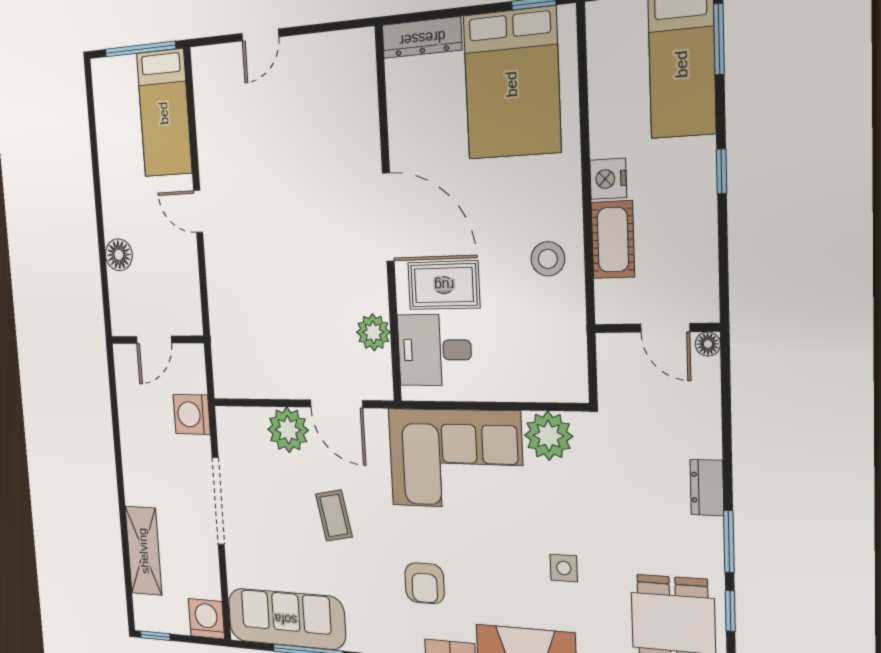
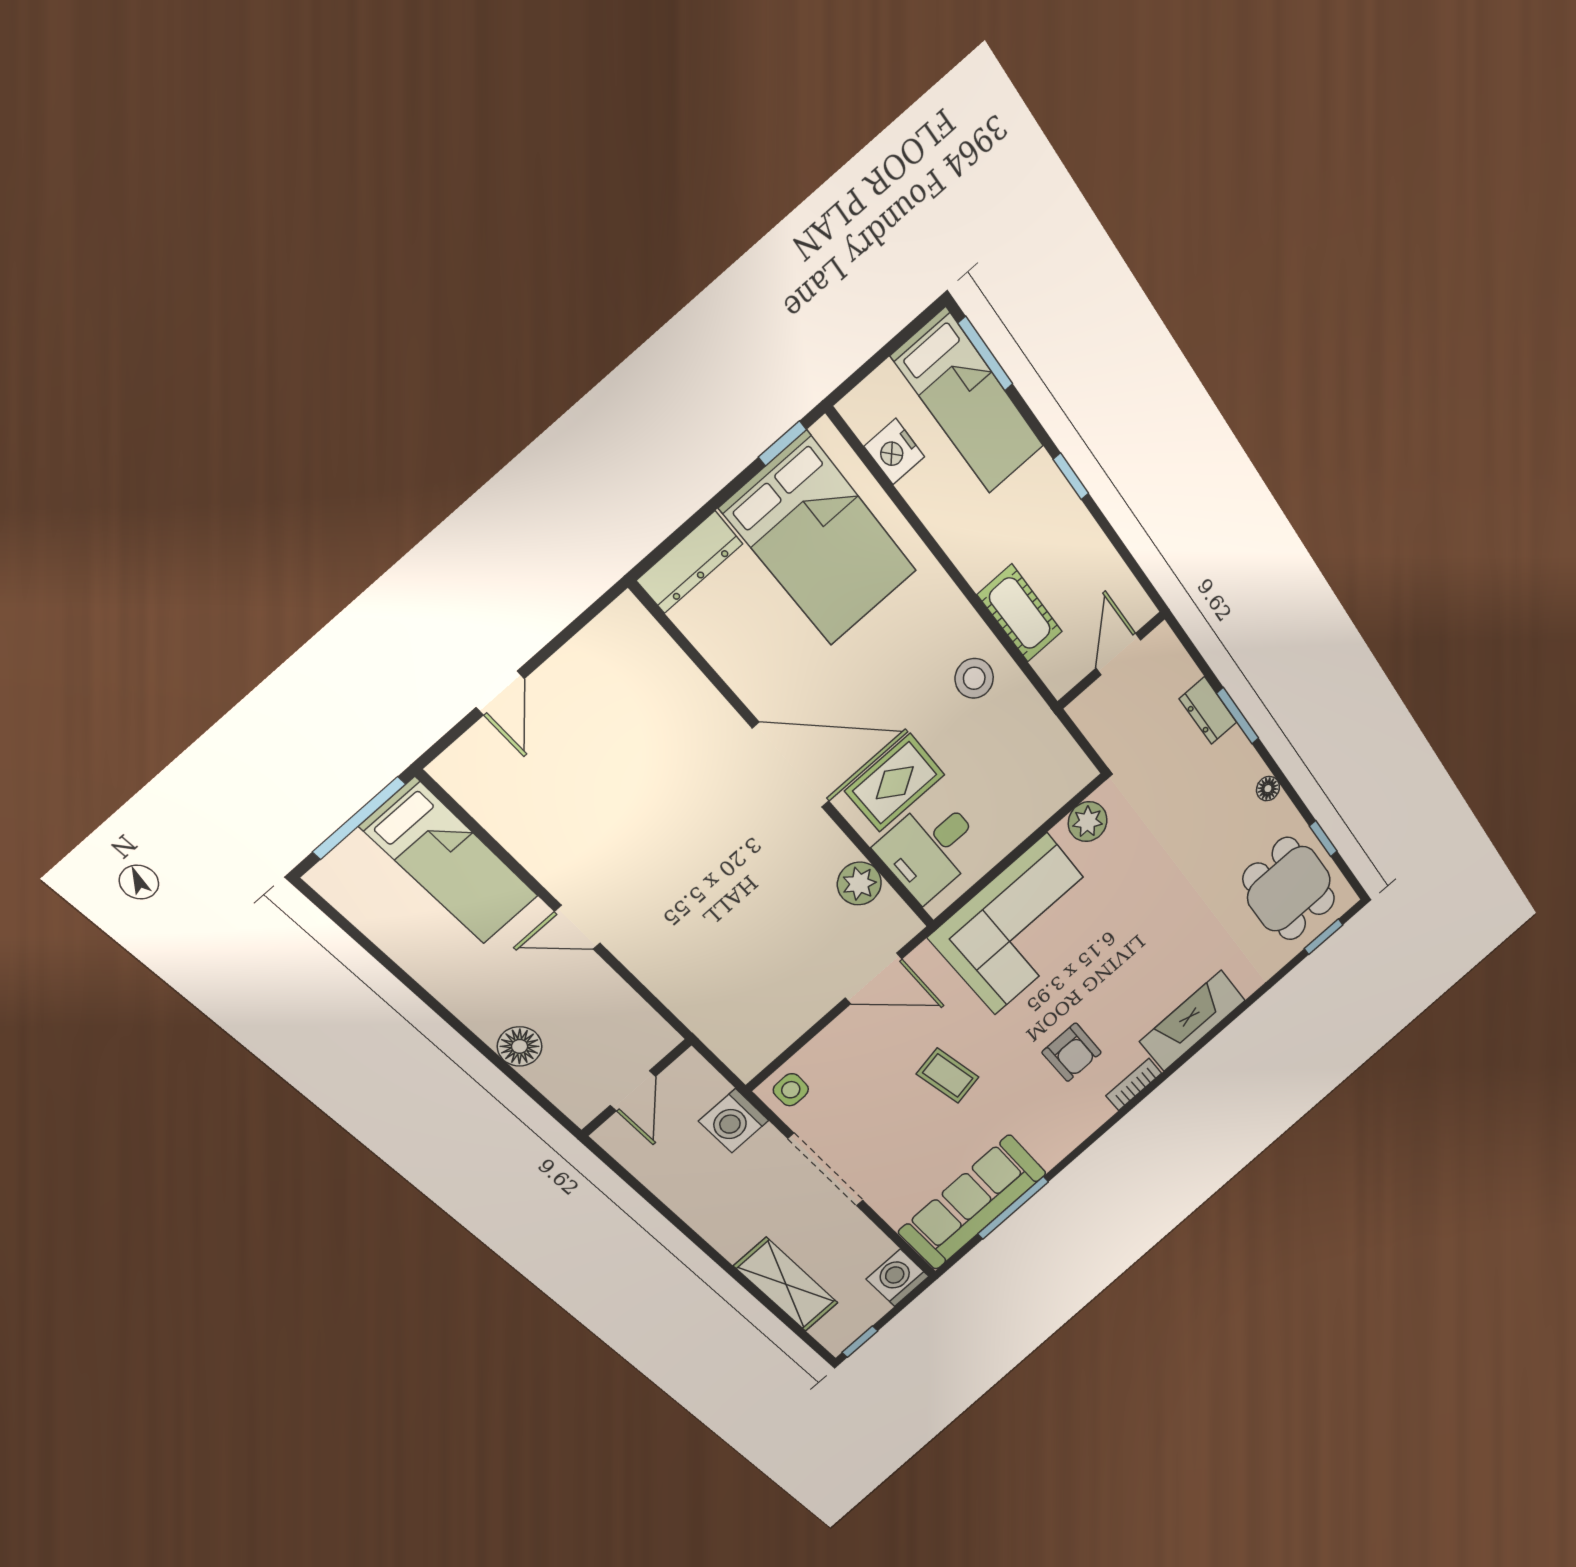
nightstand: (608, 179) -> (894, 451), moved
door: (665, 328) -> (1118, 654), swing flipped
floor lamp: (708, 344) -> (1268, 789), moved
plant: (288, 430) -> (844, 1044), removed
plant: (549, 436) -> (1088, 822), width x0.73, depth x0.73
dresser: (707, 488) -> (1208, 711), moved
window: (729, 541) -> (1238, 716), moved
side table: (564, 568) -> (791, 1090), moved

